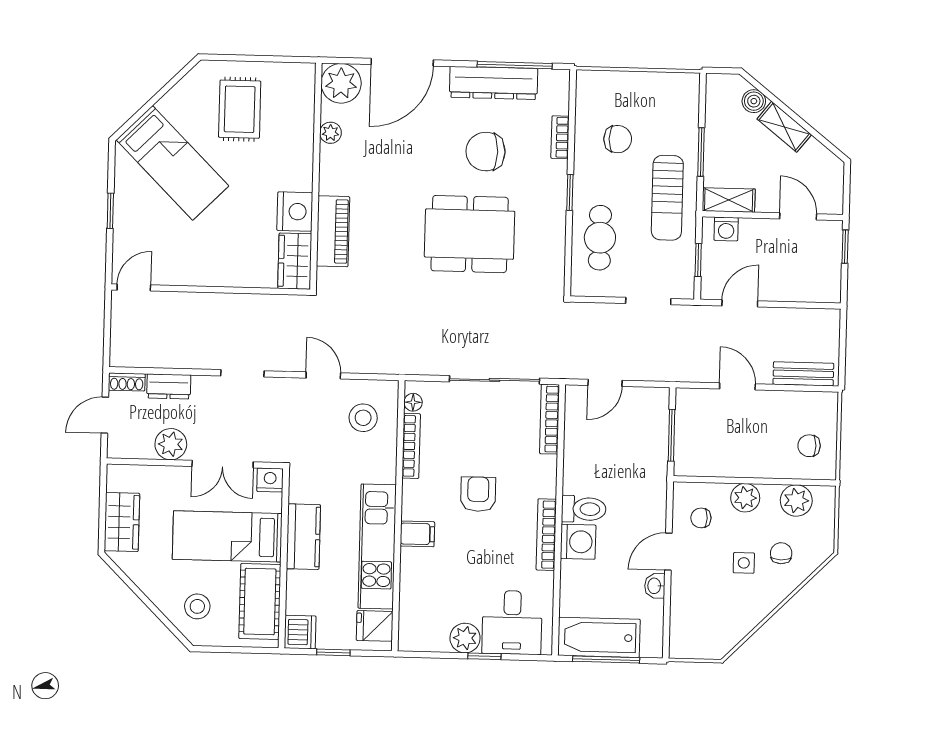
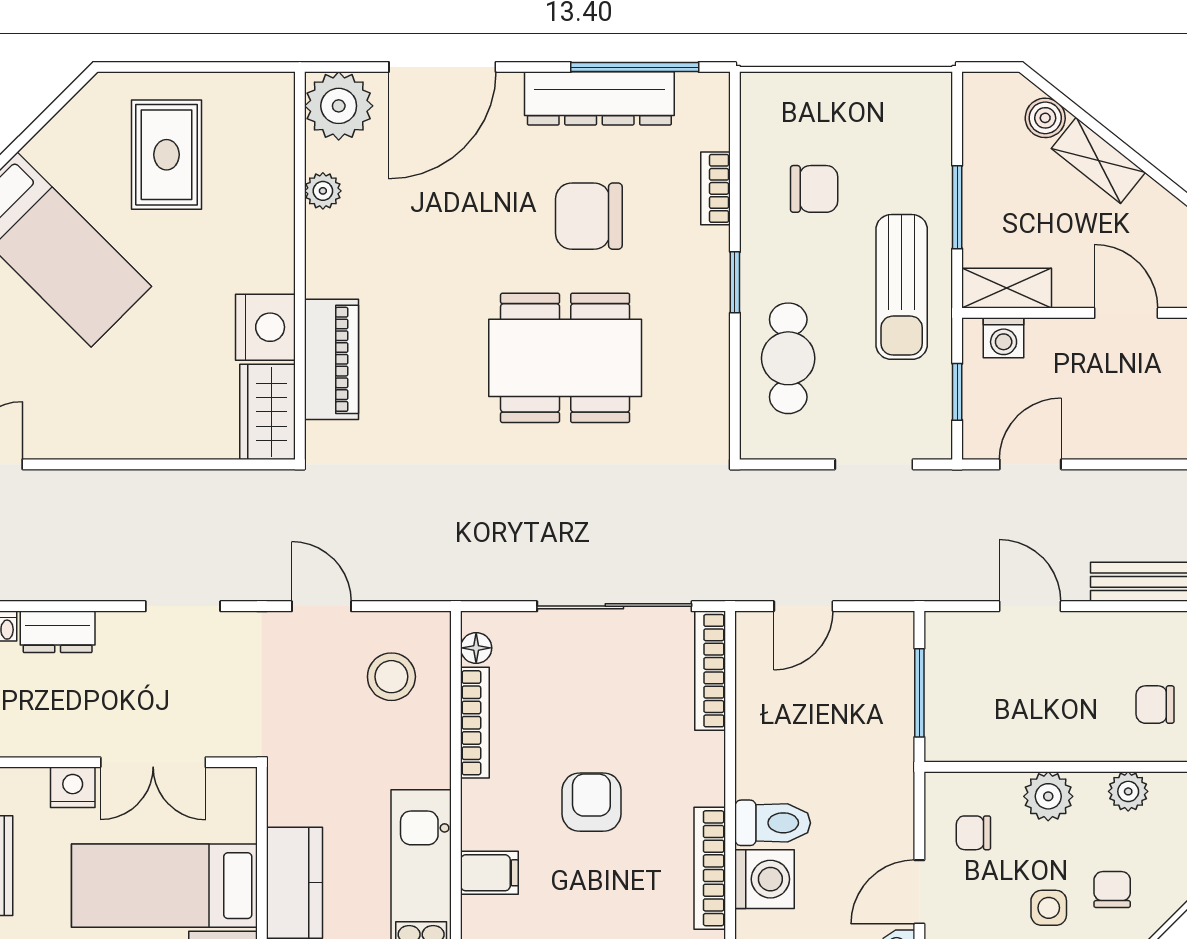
plant: (171, 444) -> (64, 731), removed
nightstand: (270, 480) -> (73, 787), moved
plant: (796, 501) -> (1128, 791), width x0.73, depth x0.73

